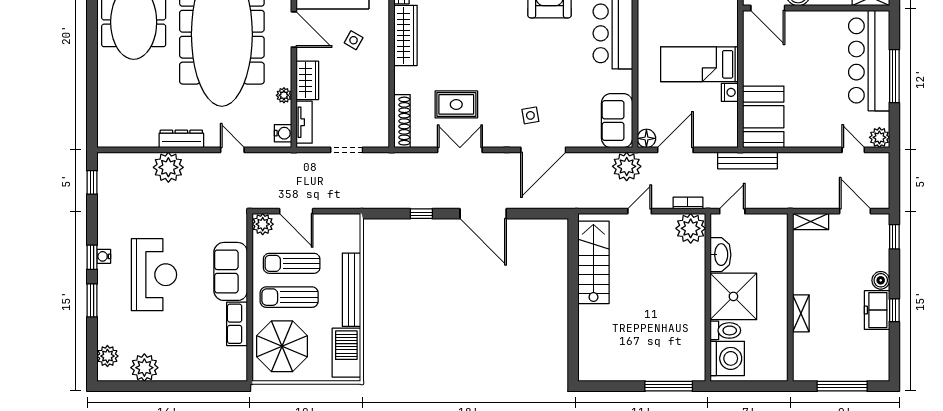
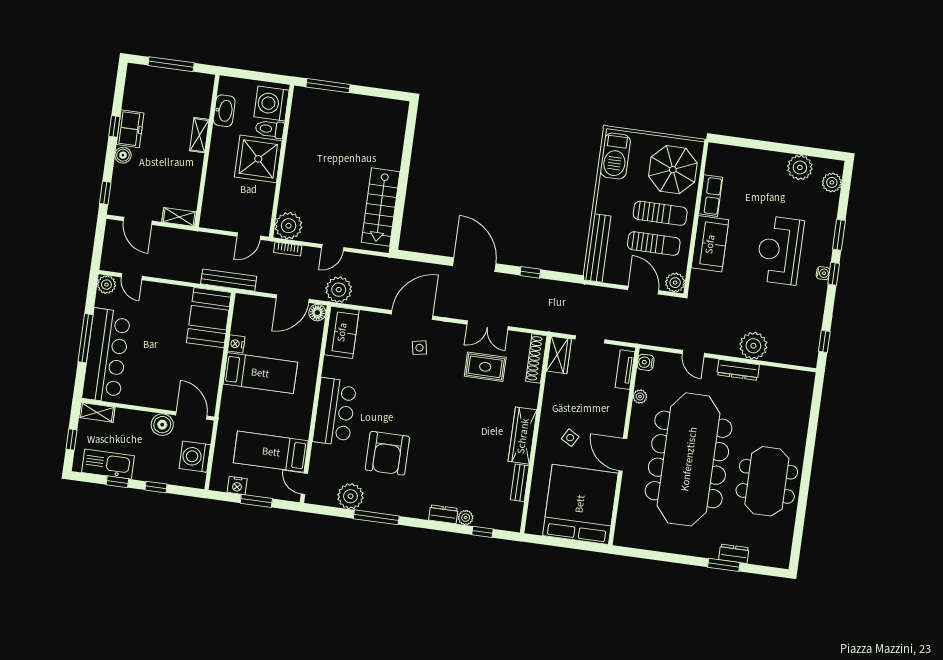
wardrobe: (307, 80) -> (559, 355), moved, turned 180
washbasin: (721, 255) -> (224, 111), moved, turned 180
bench: (351, 290) -> (598, 248), moved

